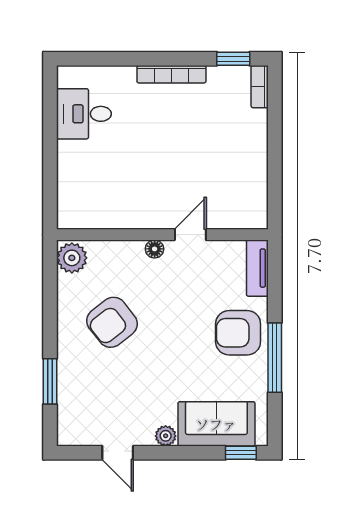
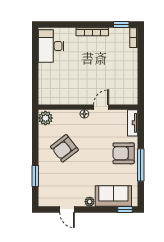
desk: (84, 114) -> (51, 46), width x1.37

